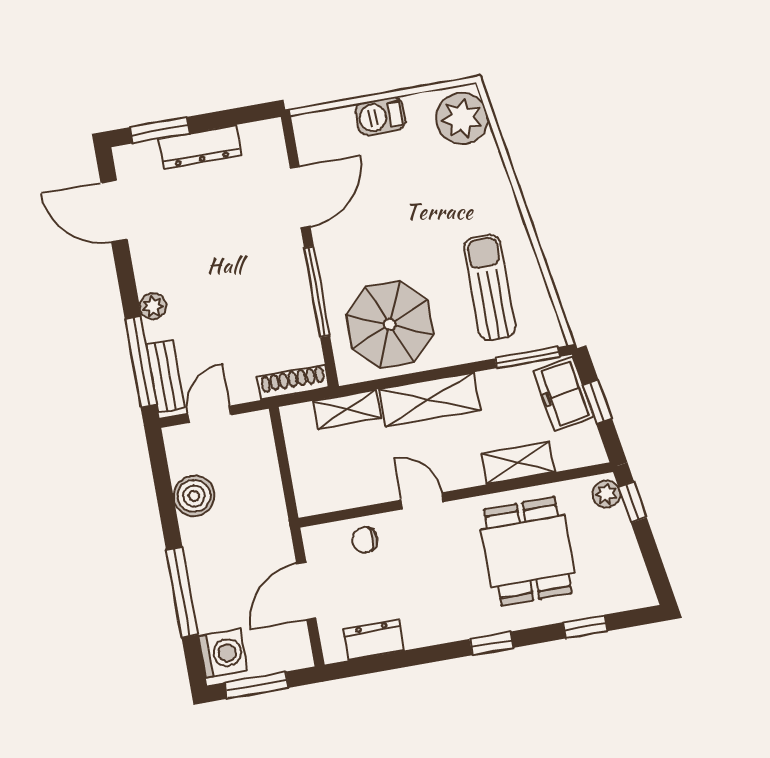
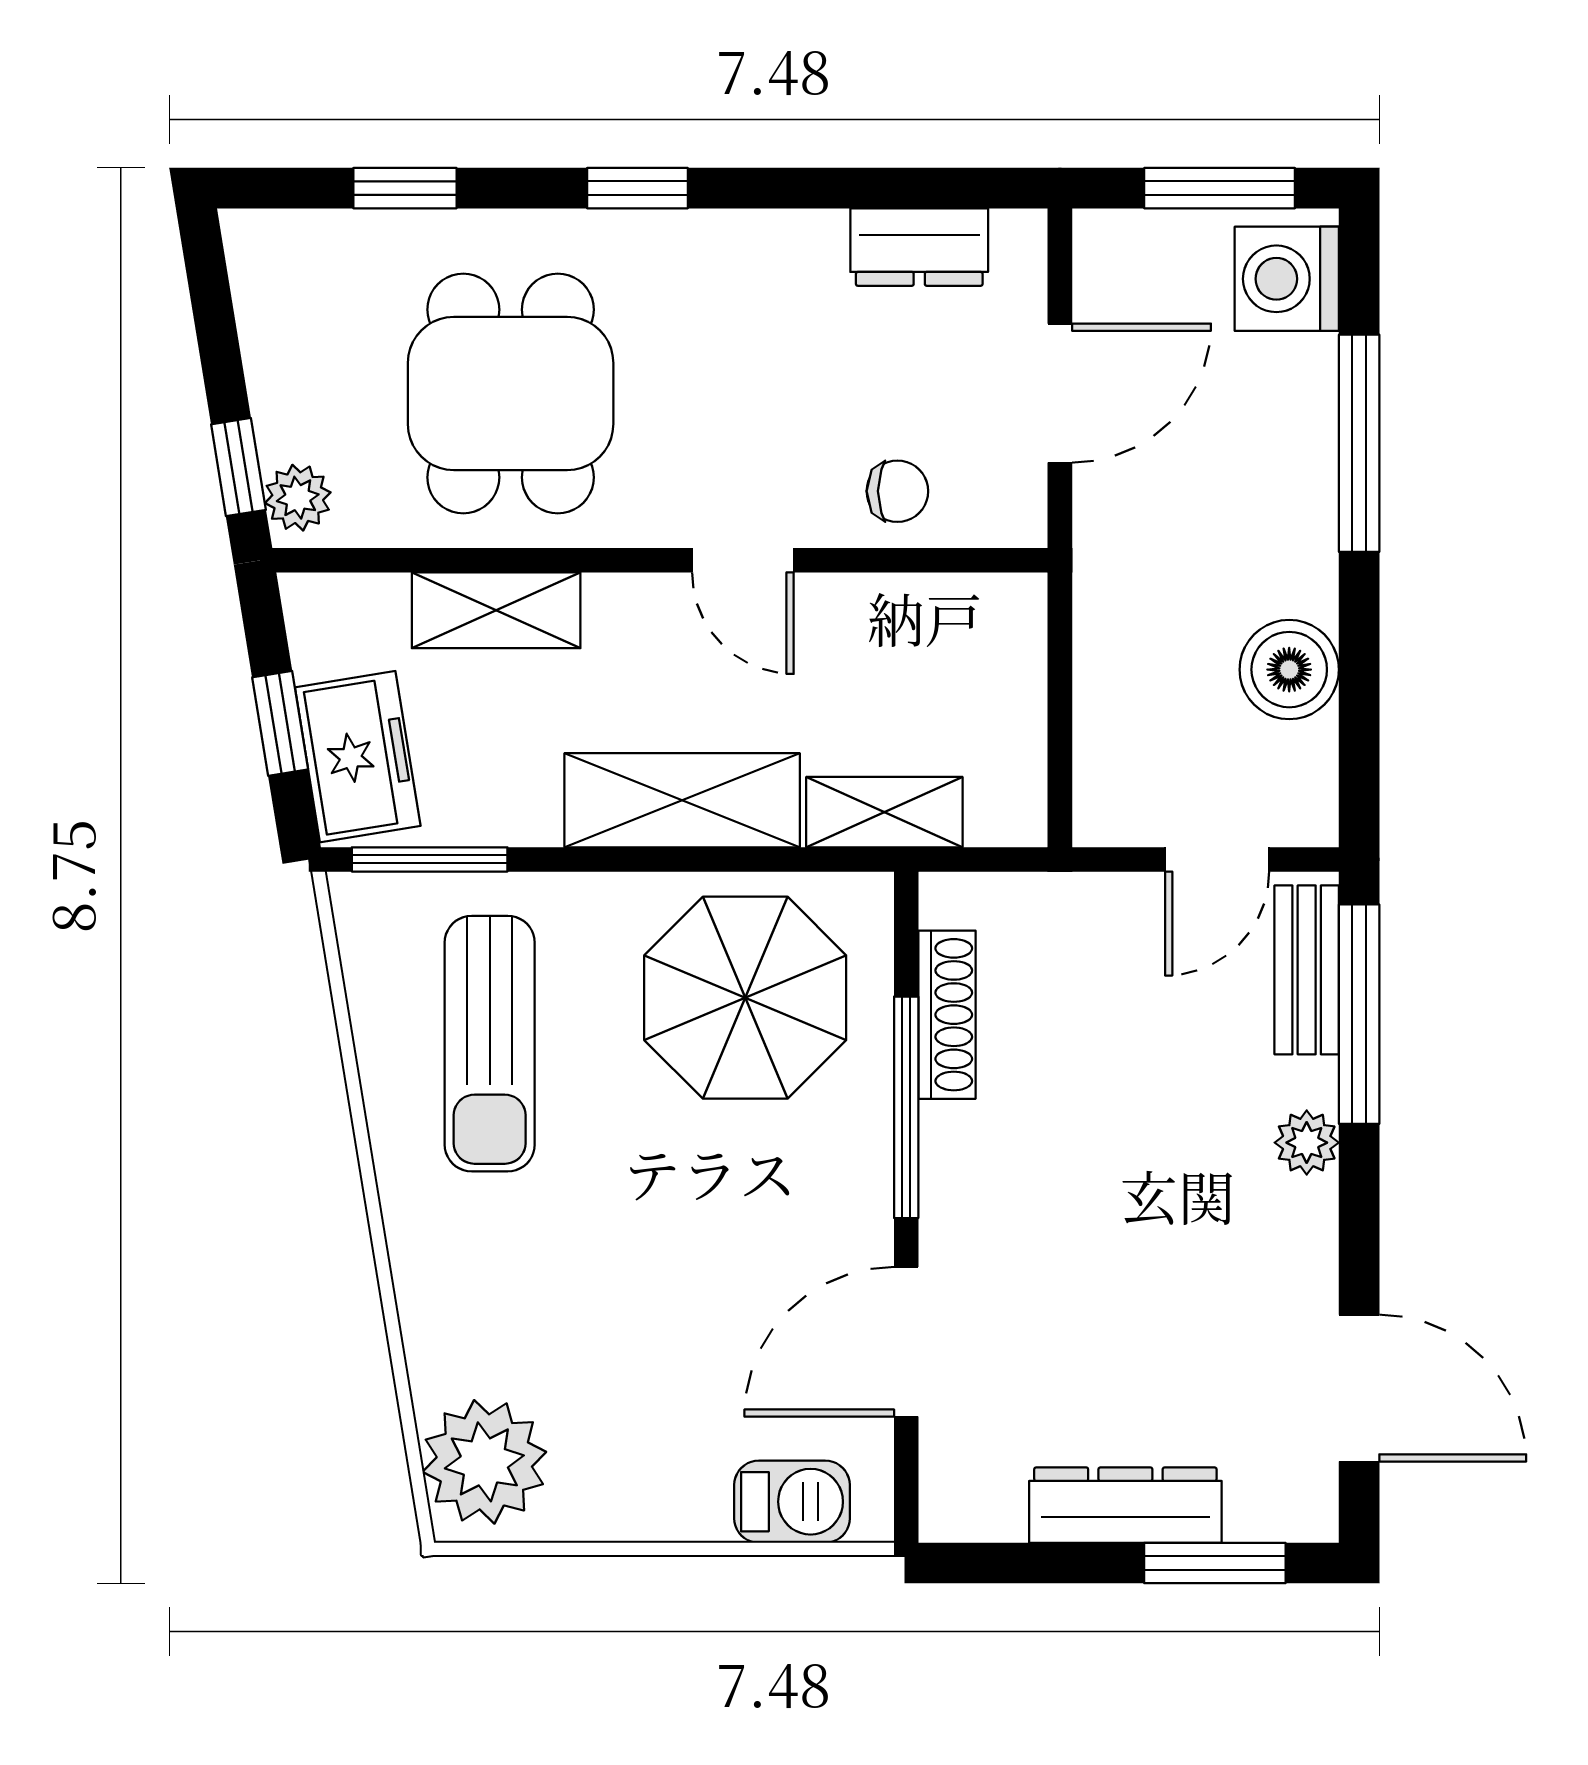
barbecue: (380, 116) -> (792, 1502), moved
shoe rack: (293, 382) -> (947, 1015), moved, turned -90

